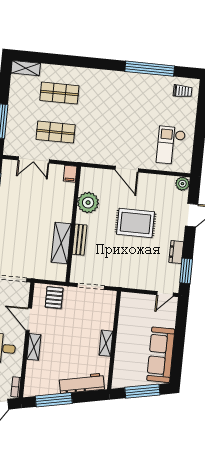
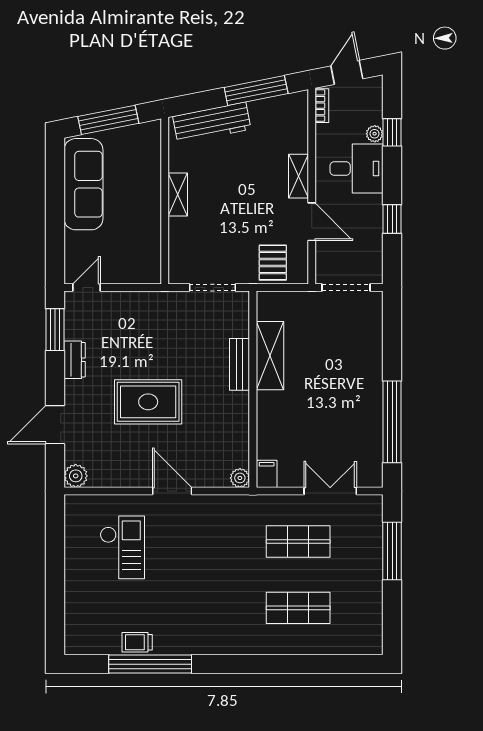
shelving: (26, 68) -> (359, 644), removed
trolley: (183, 91) -> (137, 642), moved
checkout: (171, 145) -> (122, 547), moved
plant: (88, 203) -> (240, 478), moved, width x0.53, depth x0.53

